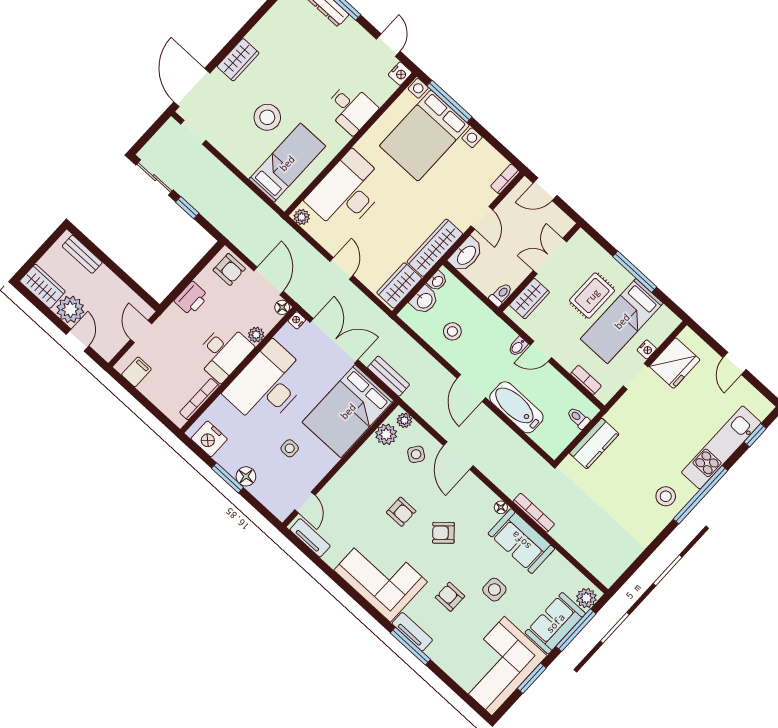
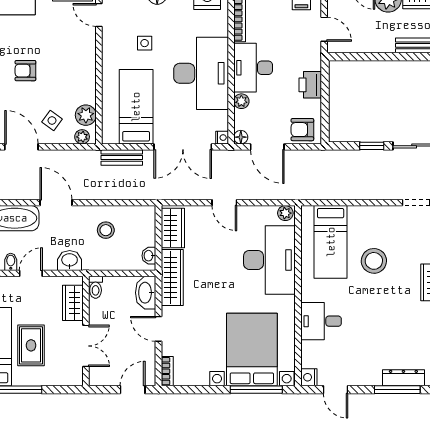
washbasin: (424, 300) -> (70, 260), moved, turned 90
bidet: (518, 346) -> (11, 262), moved
bed: (348, 411) -> (136, 107), width x0.67

